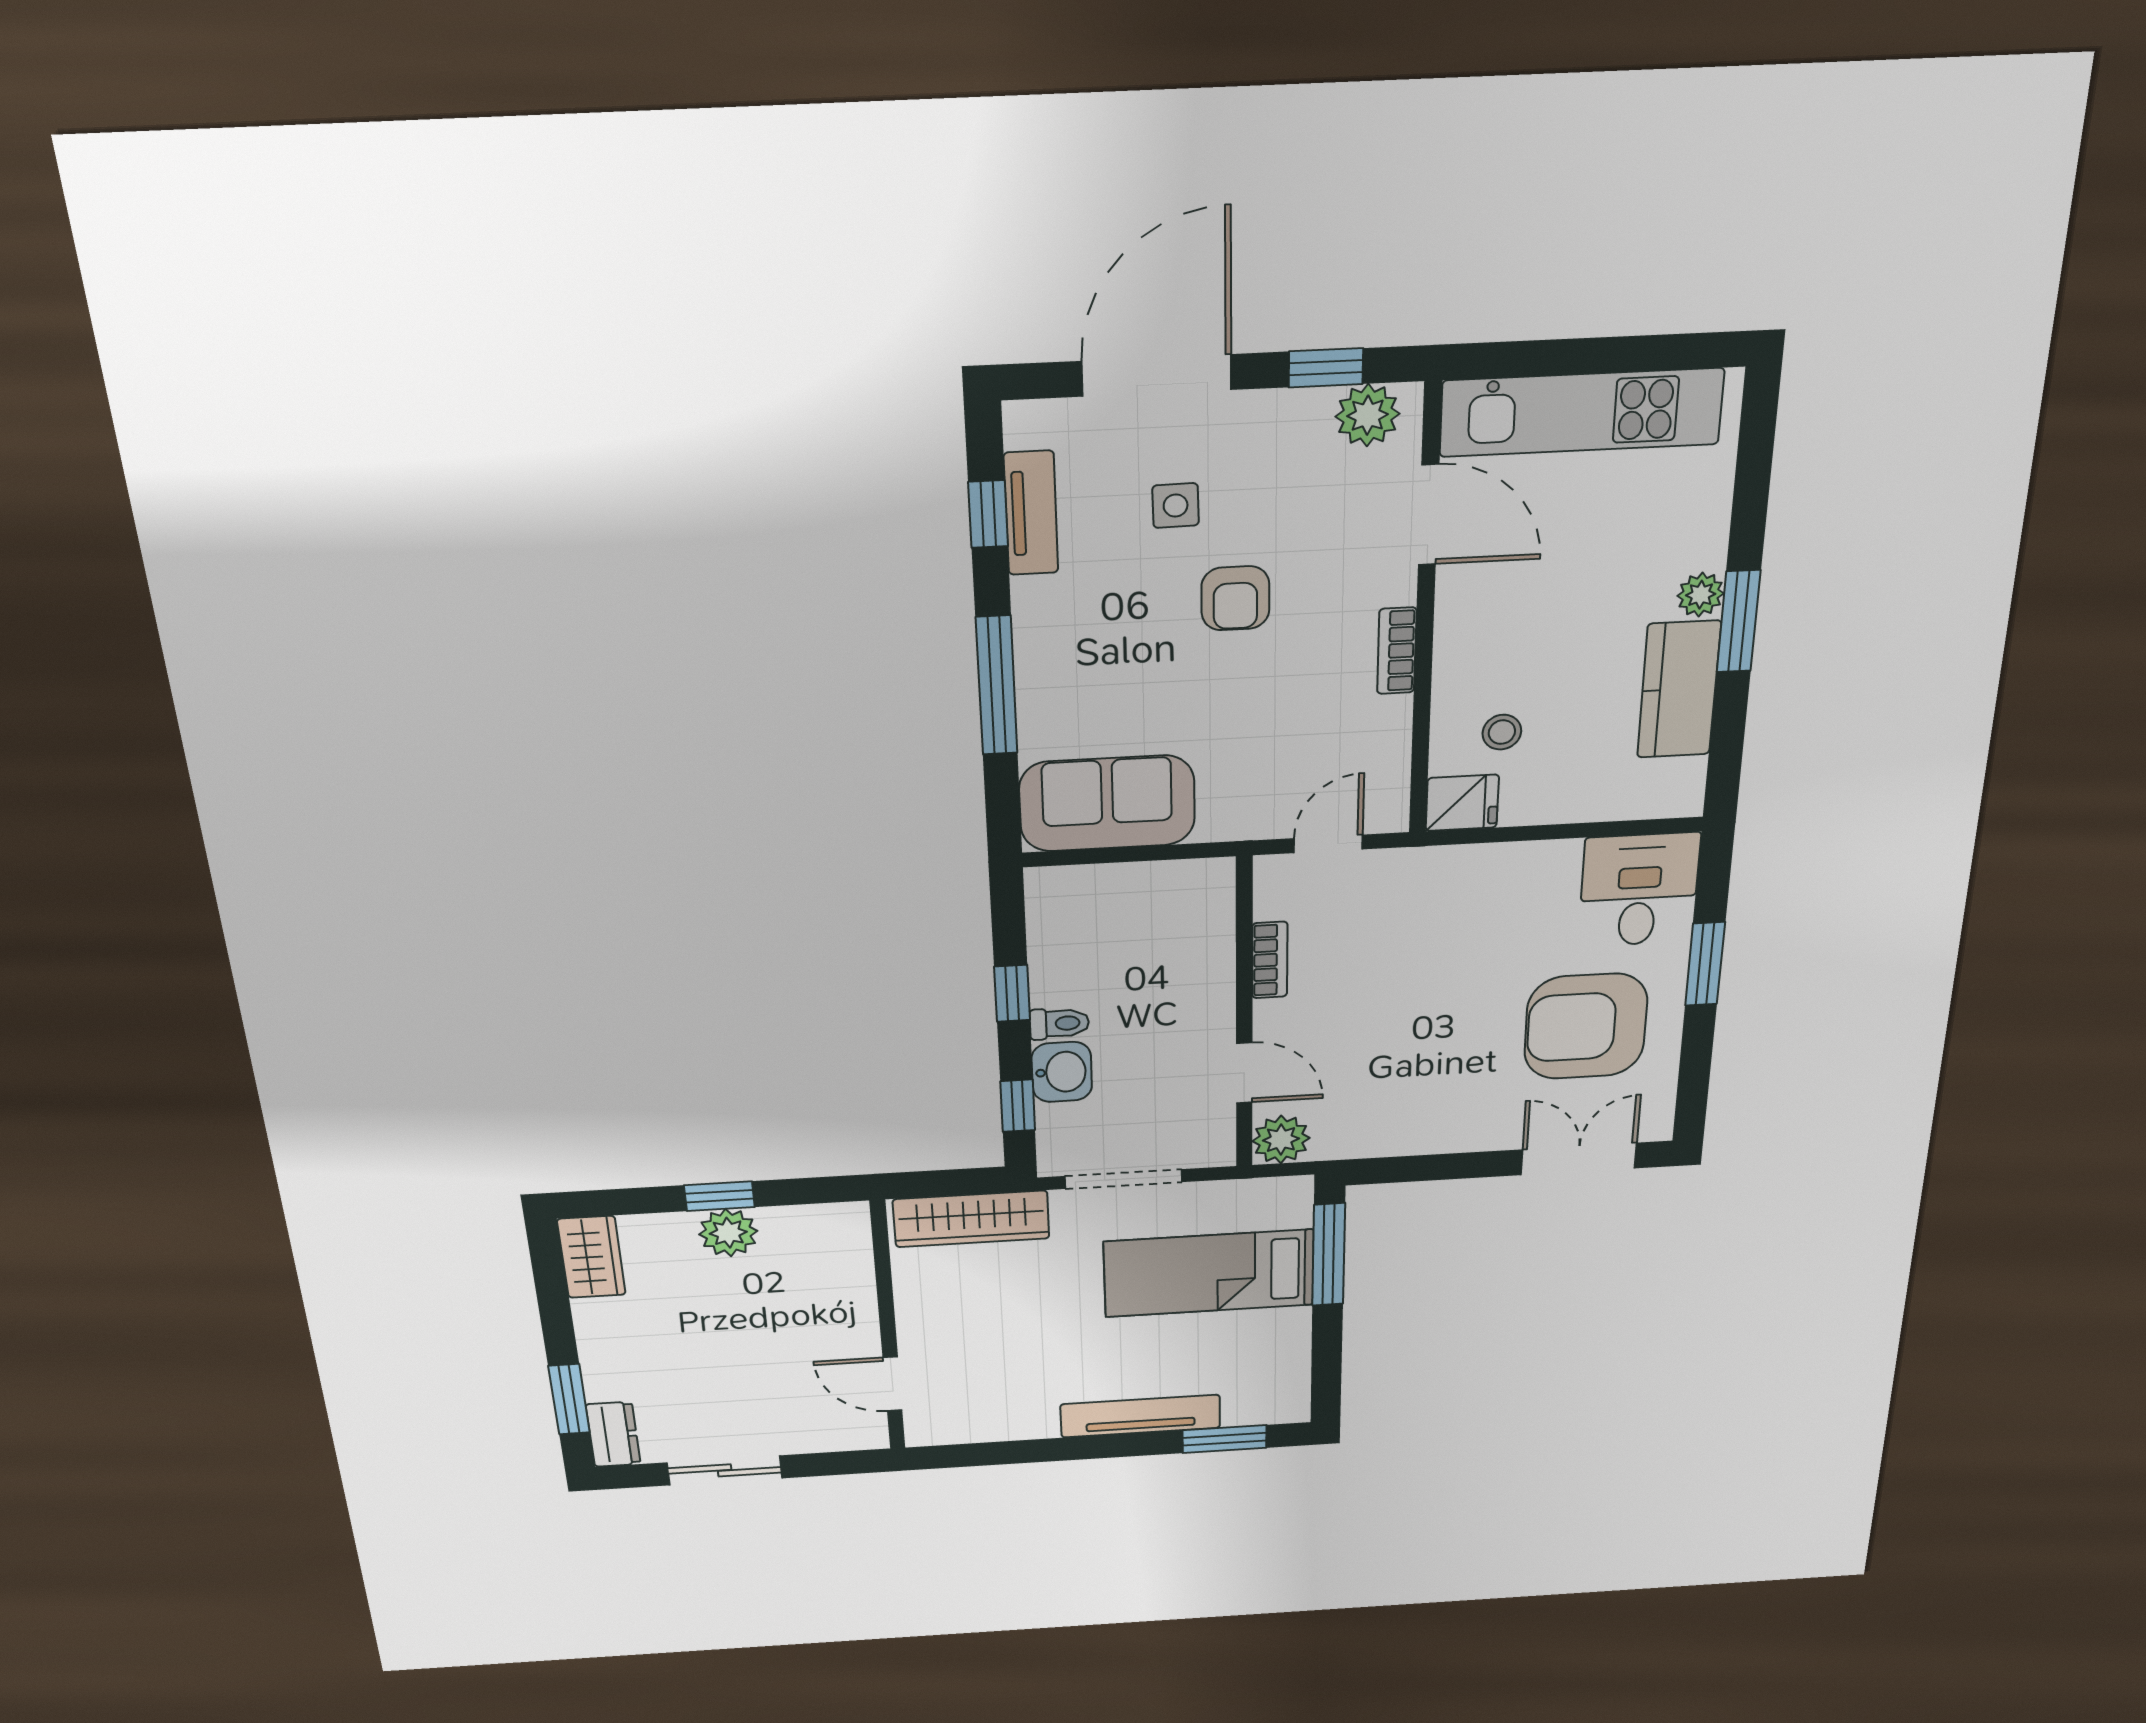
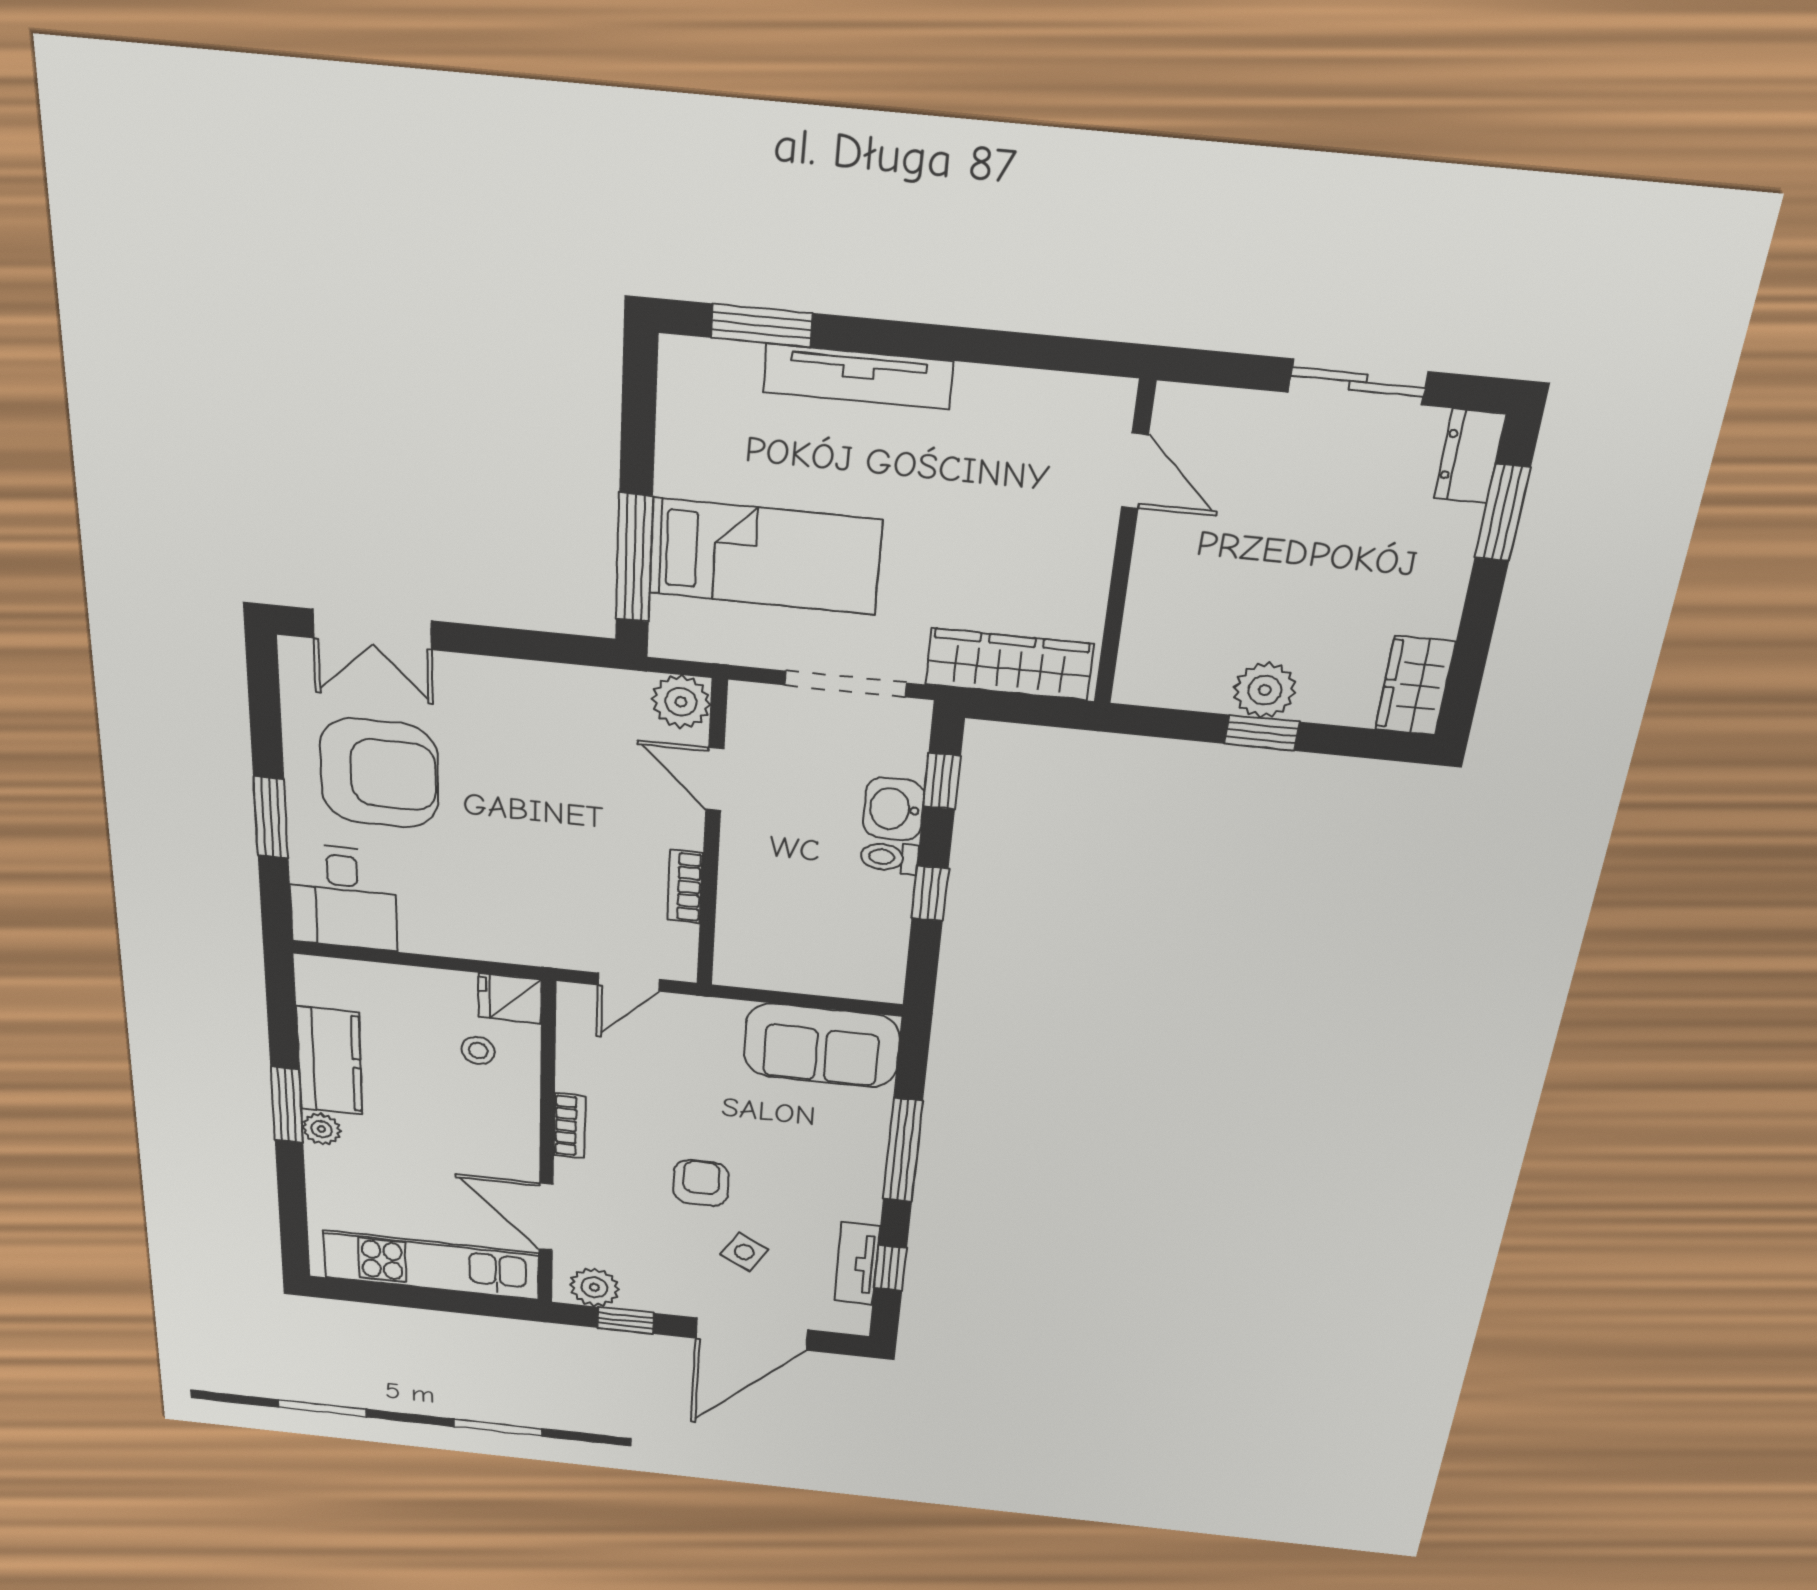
side table: (1176, 506) -> (744, 1252), turned 32

